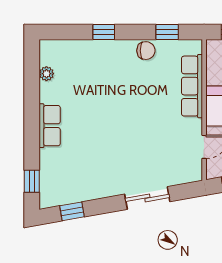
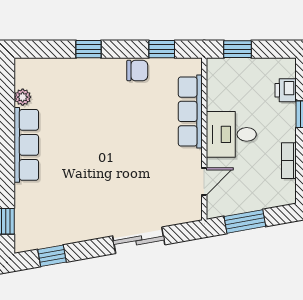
row of seats: (50, 126) -> (26, 145), width x1.48

